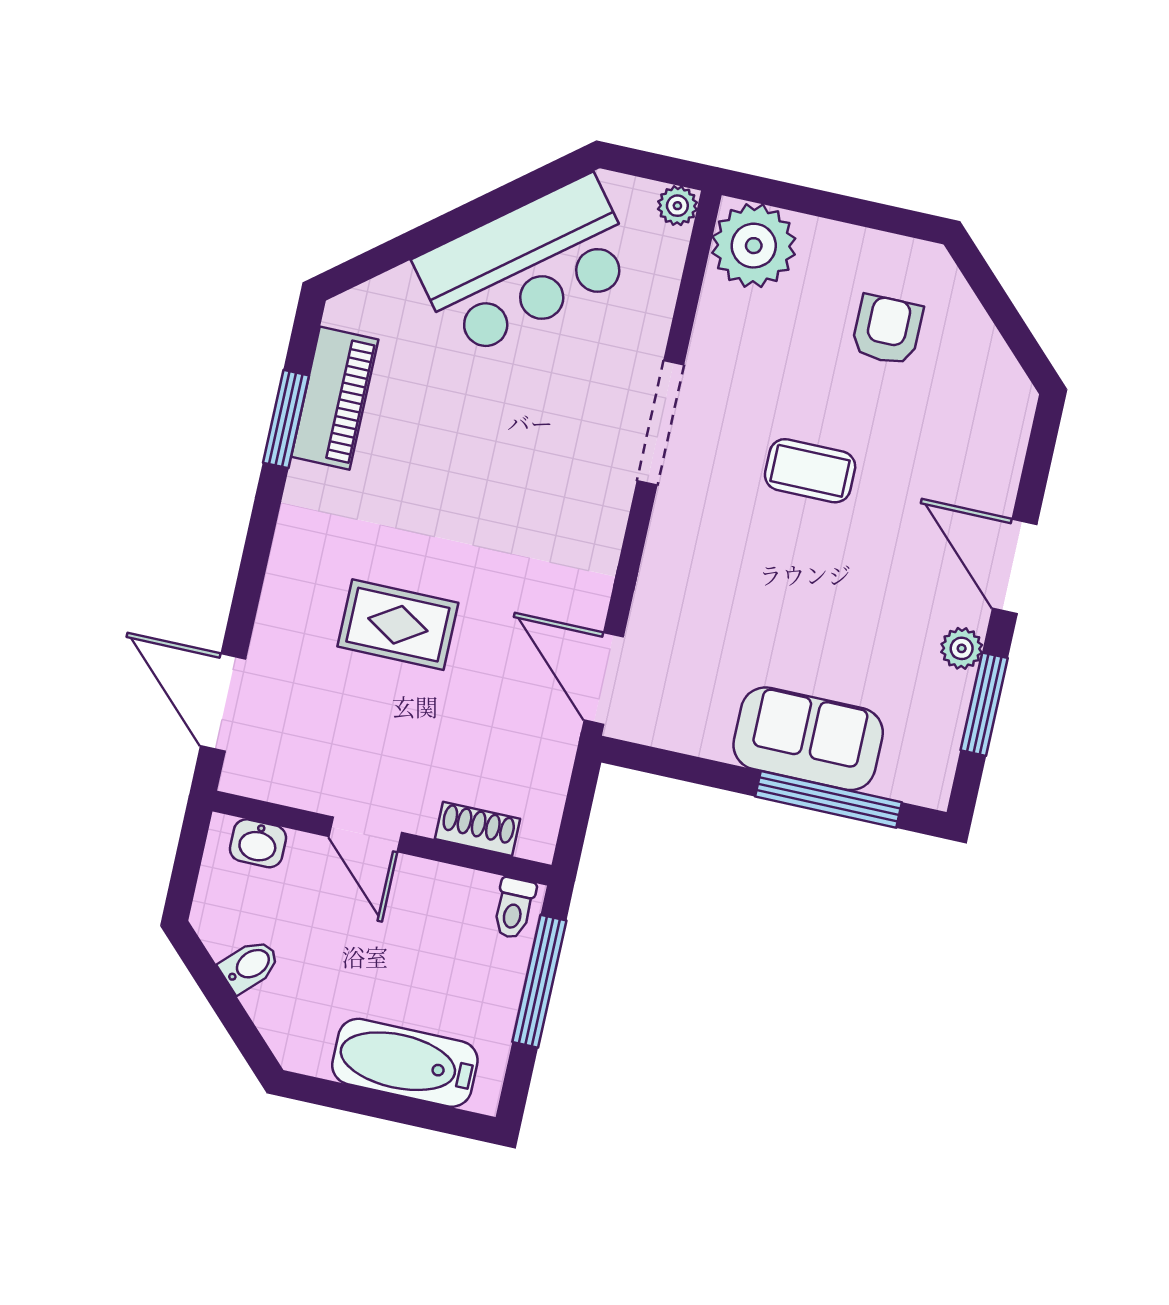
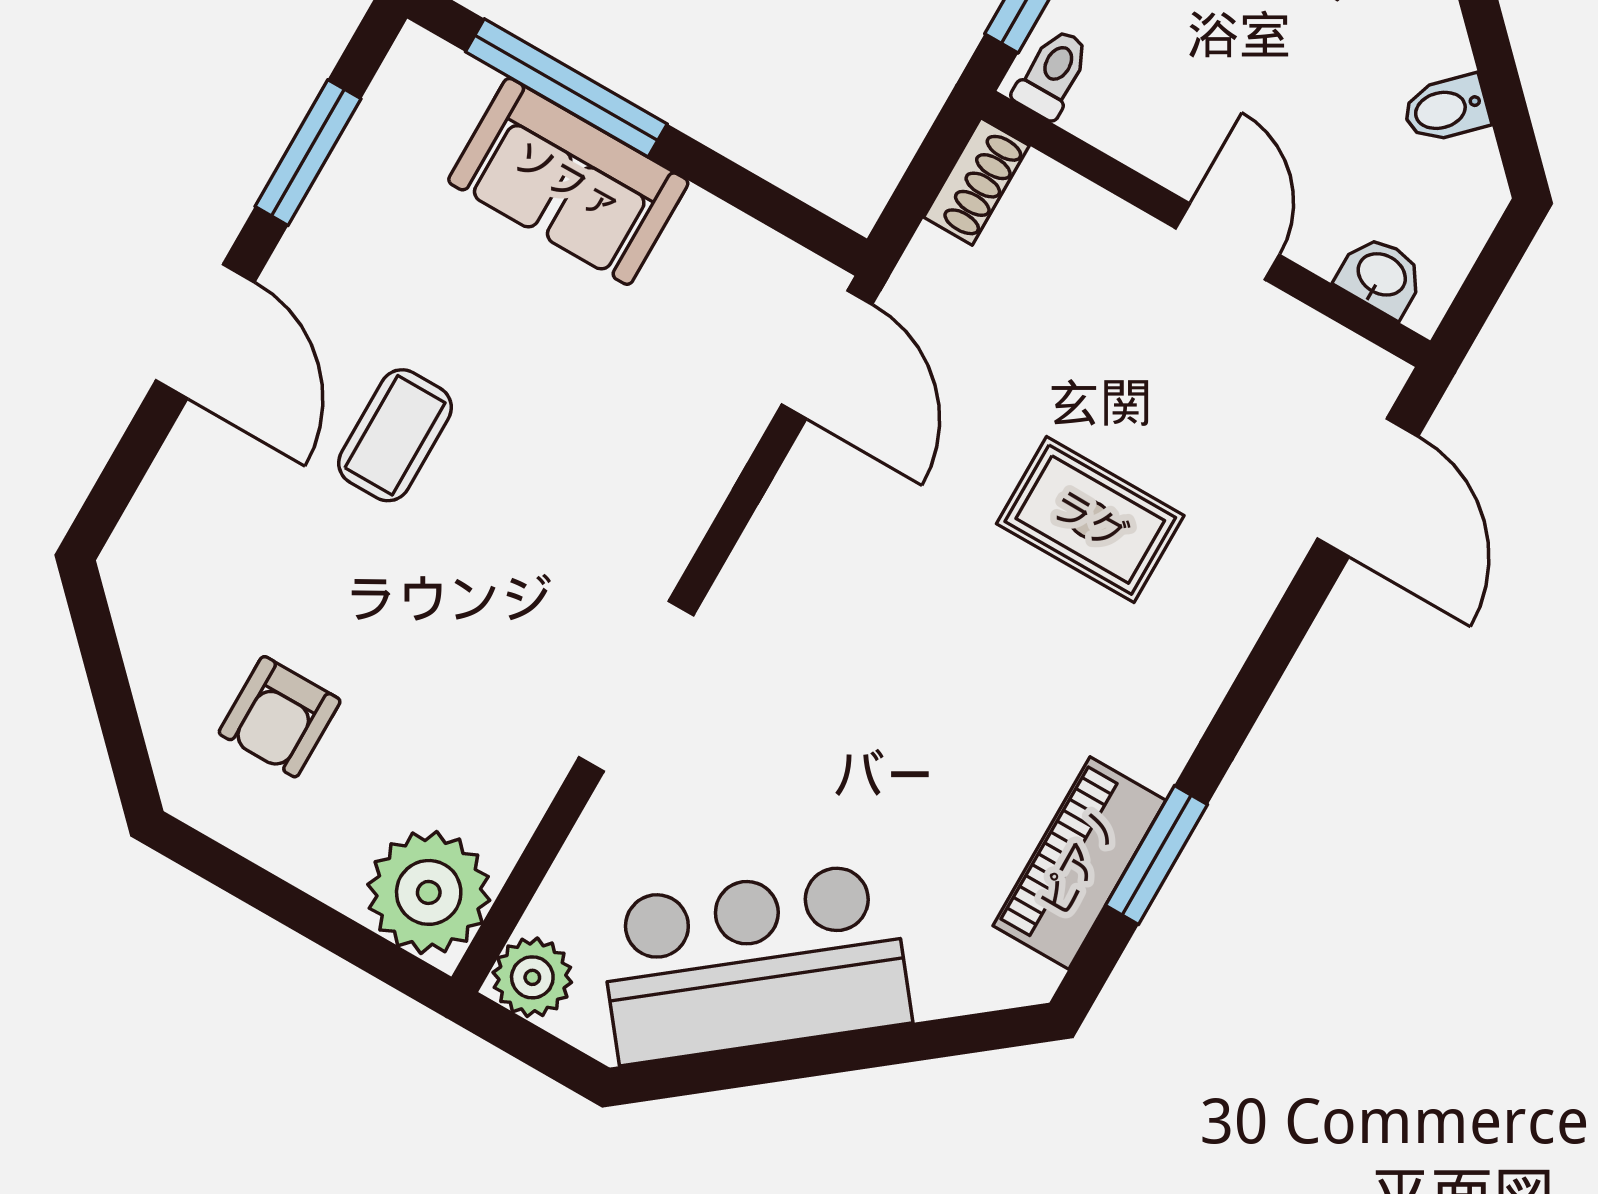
plant: (677, 206) -> (532, 977), width x1.38, depth x1.38
coffee table: (810, 471) -> (395, 435), moved, turned 90
plant: (962, 648) -> (315, 240), removed
shoe rack: (478, 829) -> (977, 181), moved, turned -90

